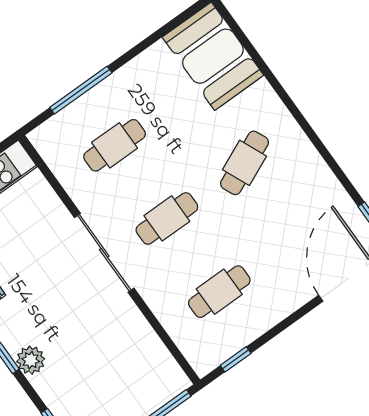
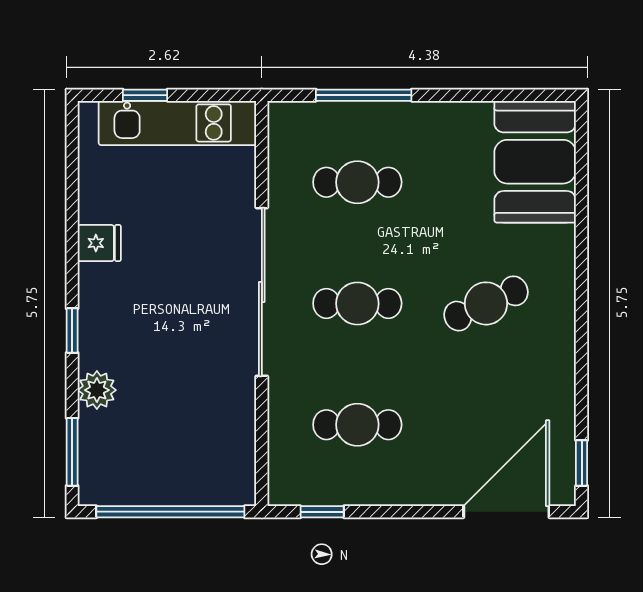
sliding door: (104, 253) -> (262, 292), width x1.36
plant: (31, 360) -> (97, 390), moved

